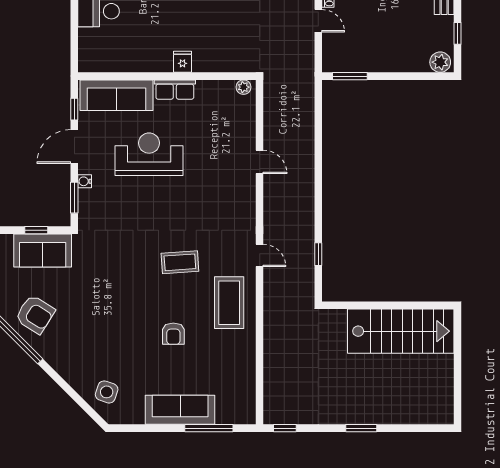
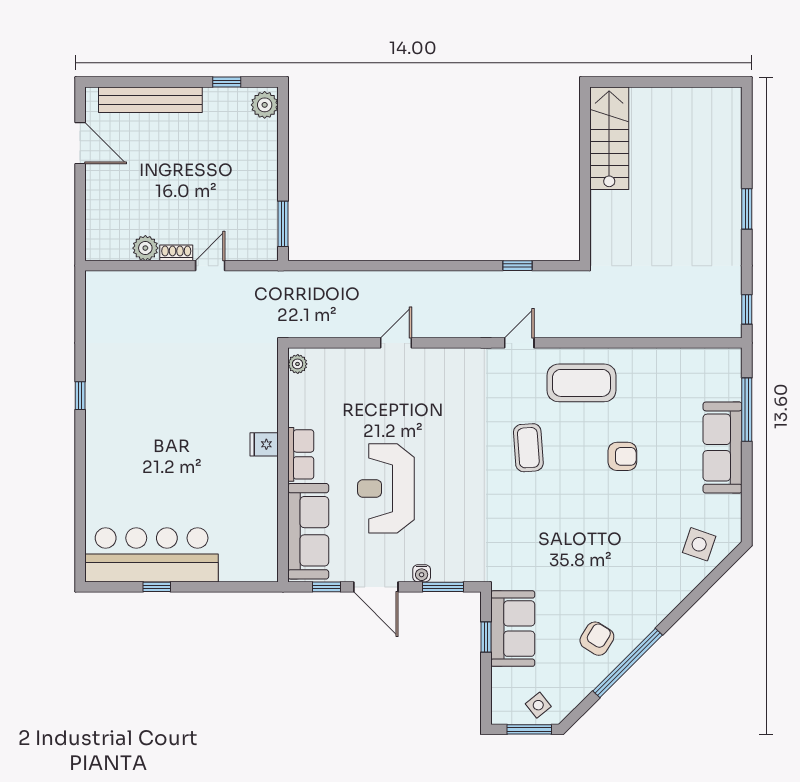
armchair: (35, 314) -> (597, 639), width x0.72, depth x0.72
stairs: (401, 331) -> (609, 138), width x0.73, depth x0.66

